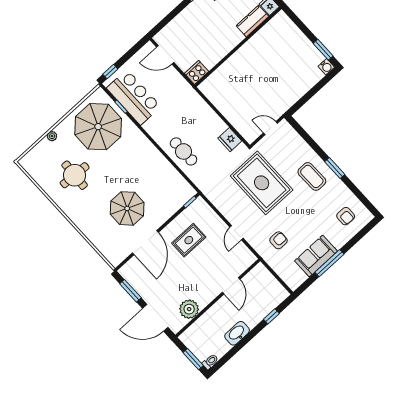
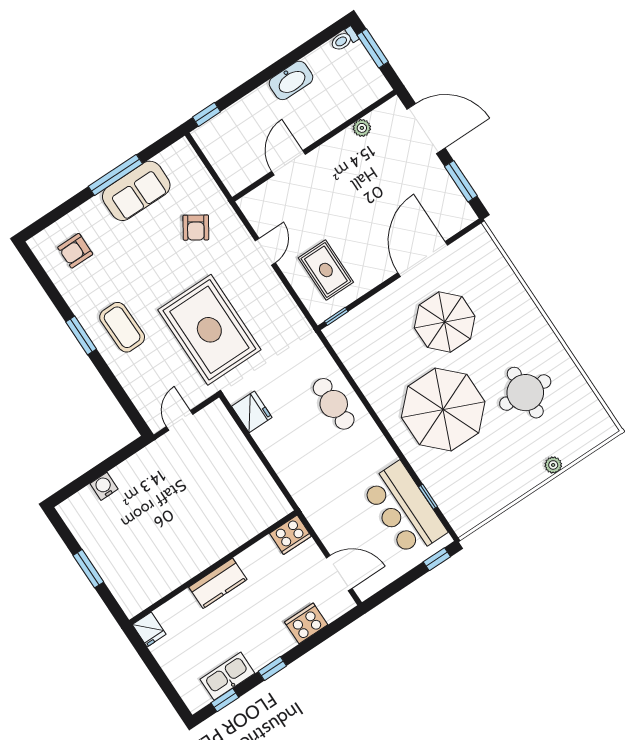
kitchen counter: (252, 21) -> (218, 583), moved
cooker: (180, 23) -> (306, 623), added
window: (323, 50) -> (88, 569), moved
water cooler: (326, 67) -> (104, 486), moved
parasol: (98, 127) -> (443, 410), moved
door: (270, 128) -> (180, 420), swing flipped
armchair: (346, 216) -> (75, 251), turned -90
rug: (189, 240) -> (326, 270), moved, turned 90
armchair: (279, 240) -> (196, 228), turned -57
plant: (189, 309) -> (362, 128), width x0.53, depth x0.53
window: (271, 316) -> (207, 114), moved

